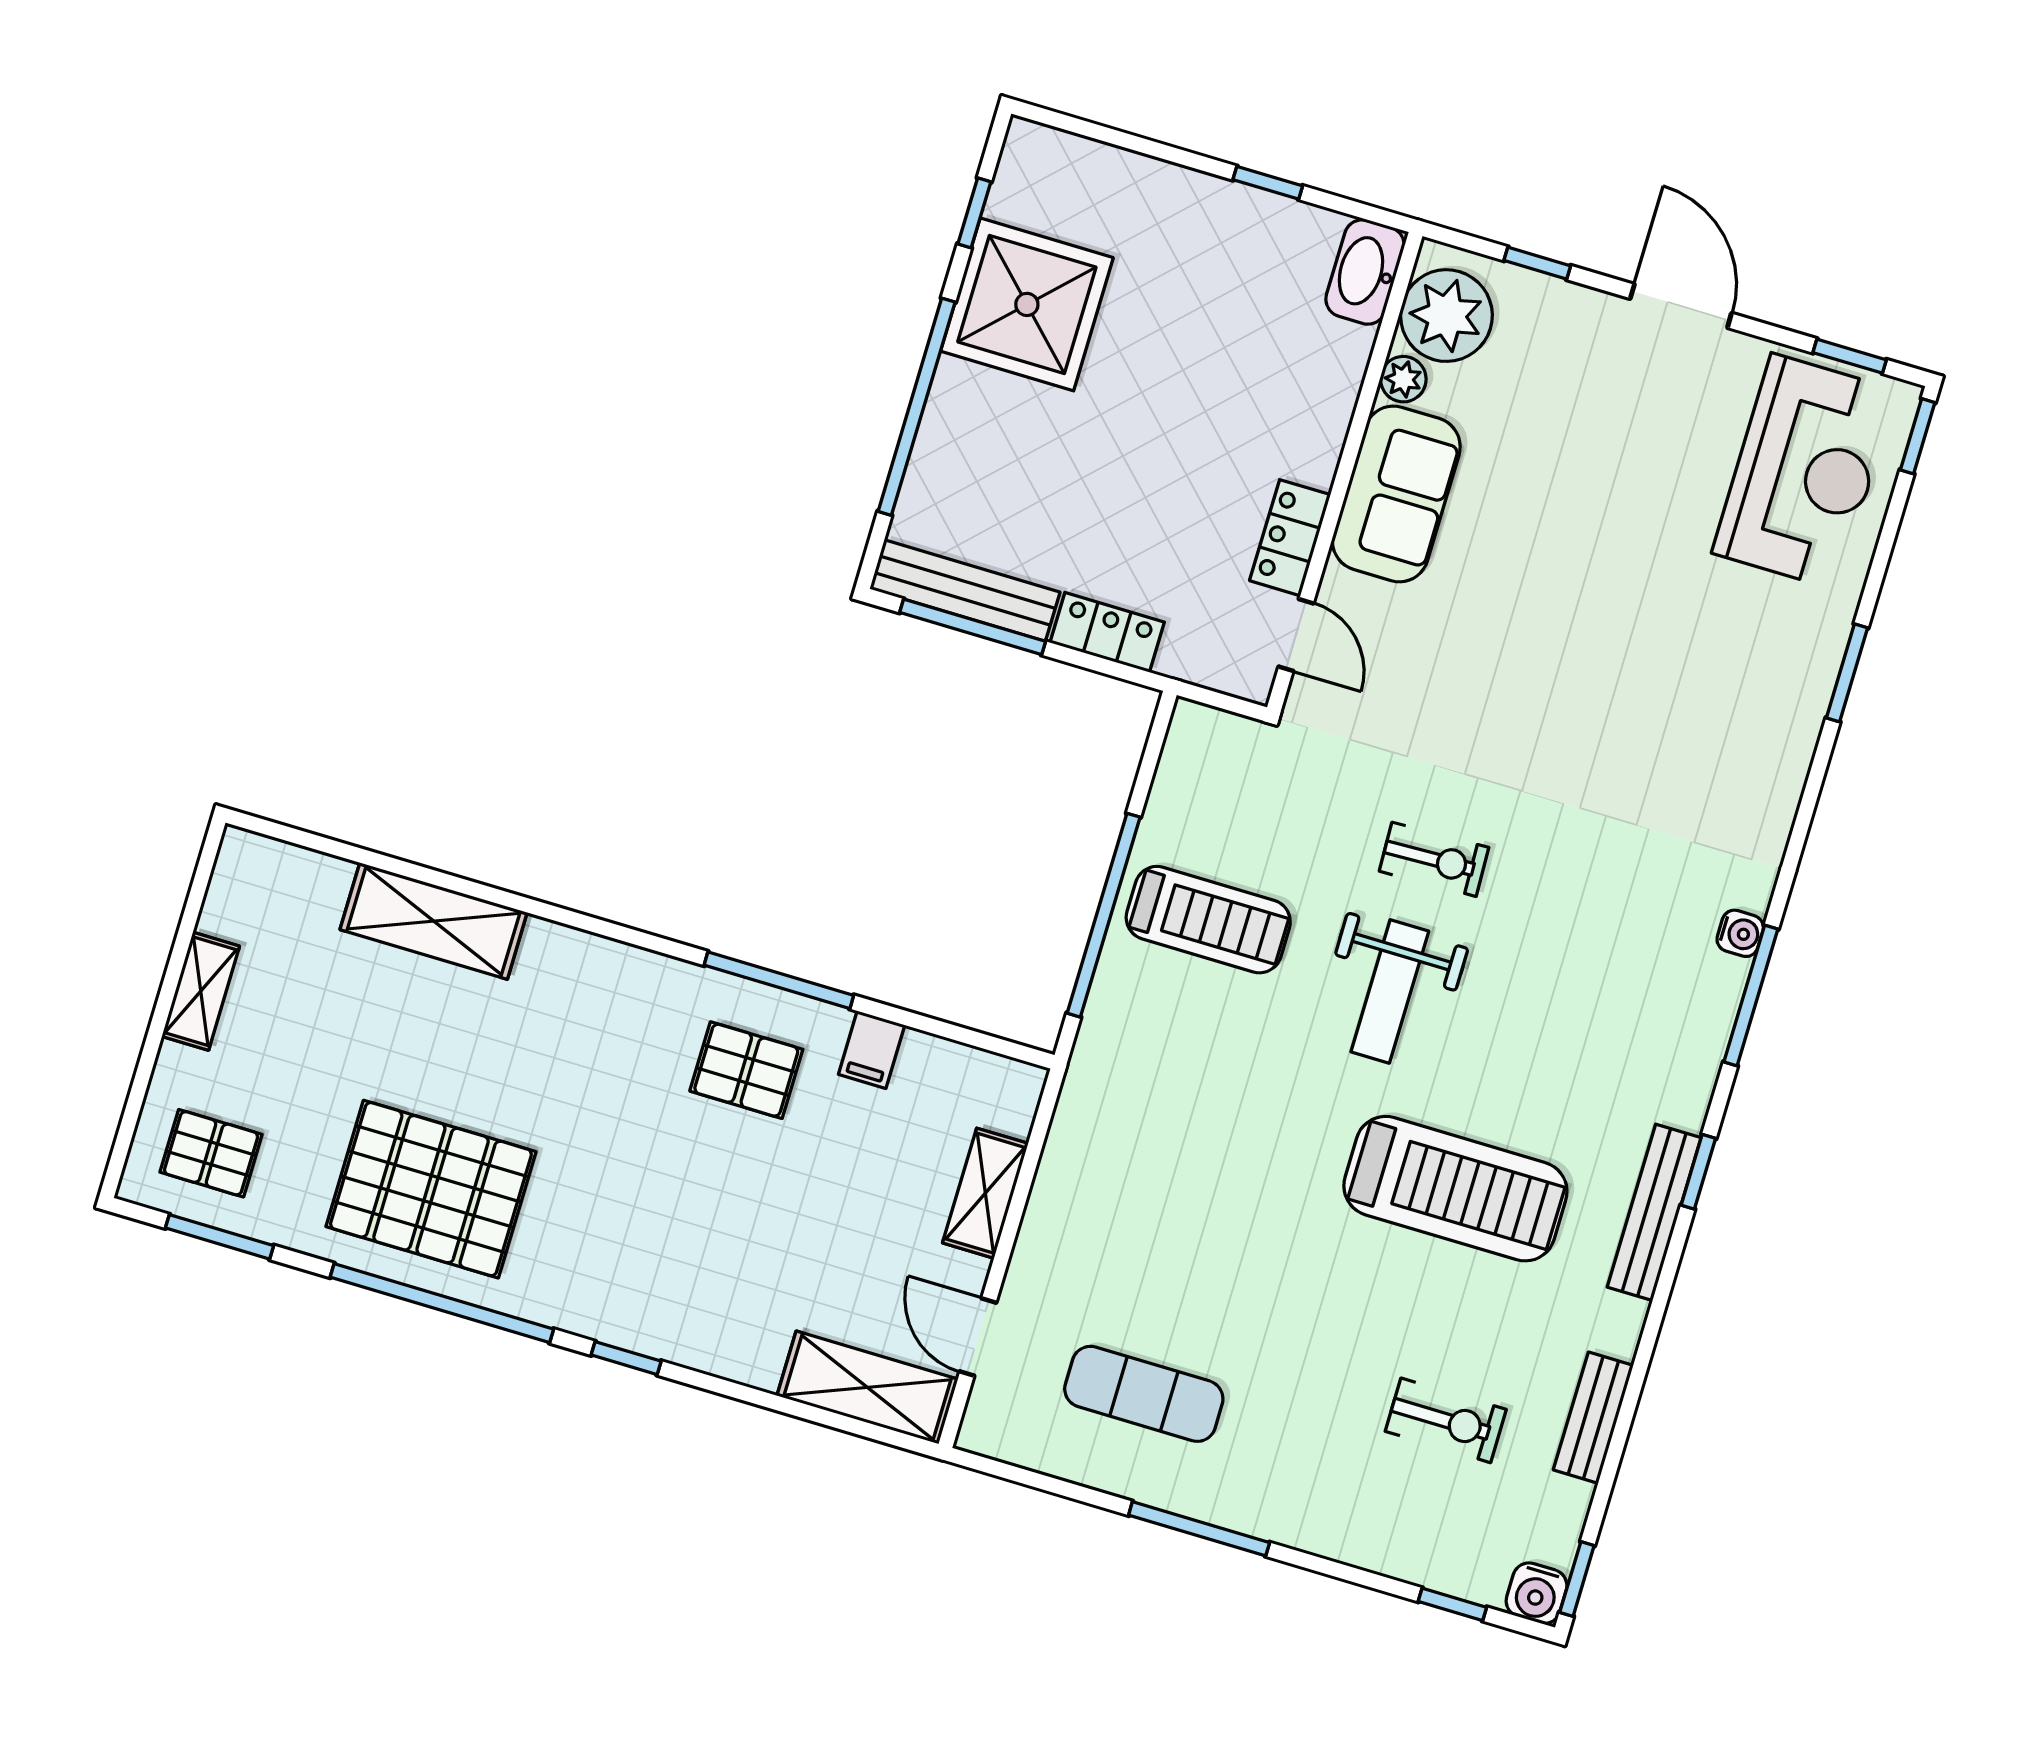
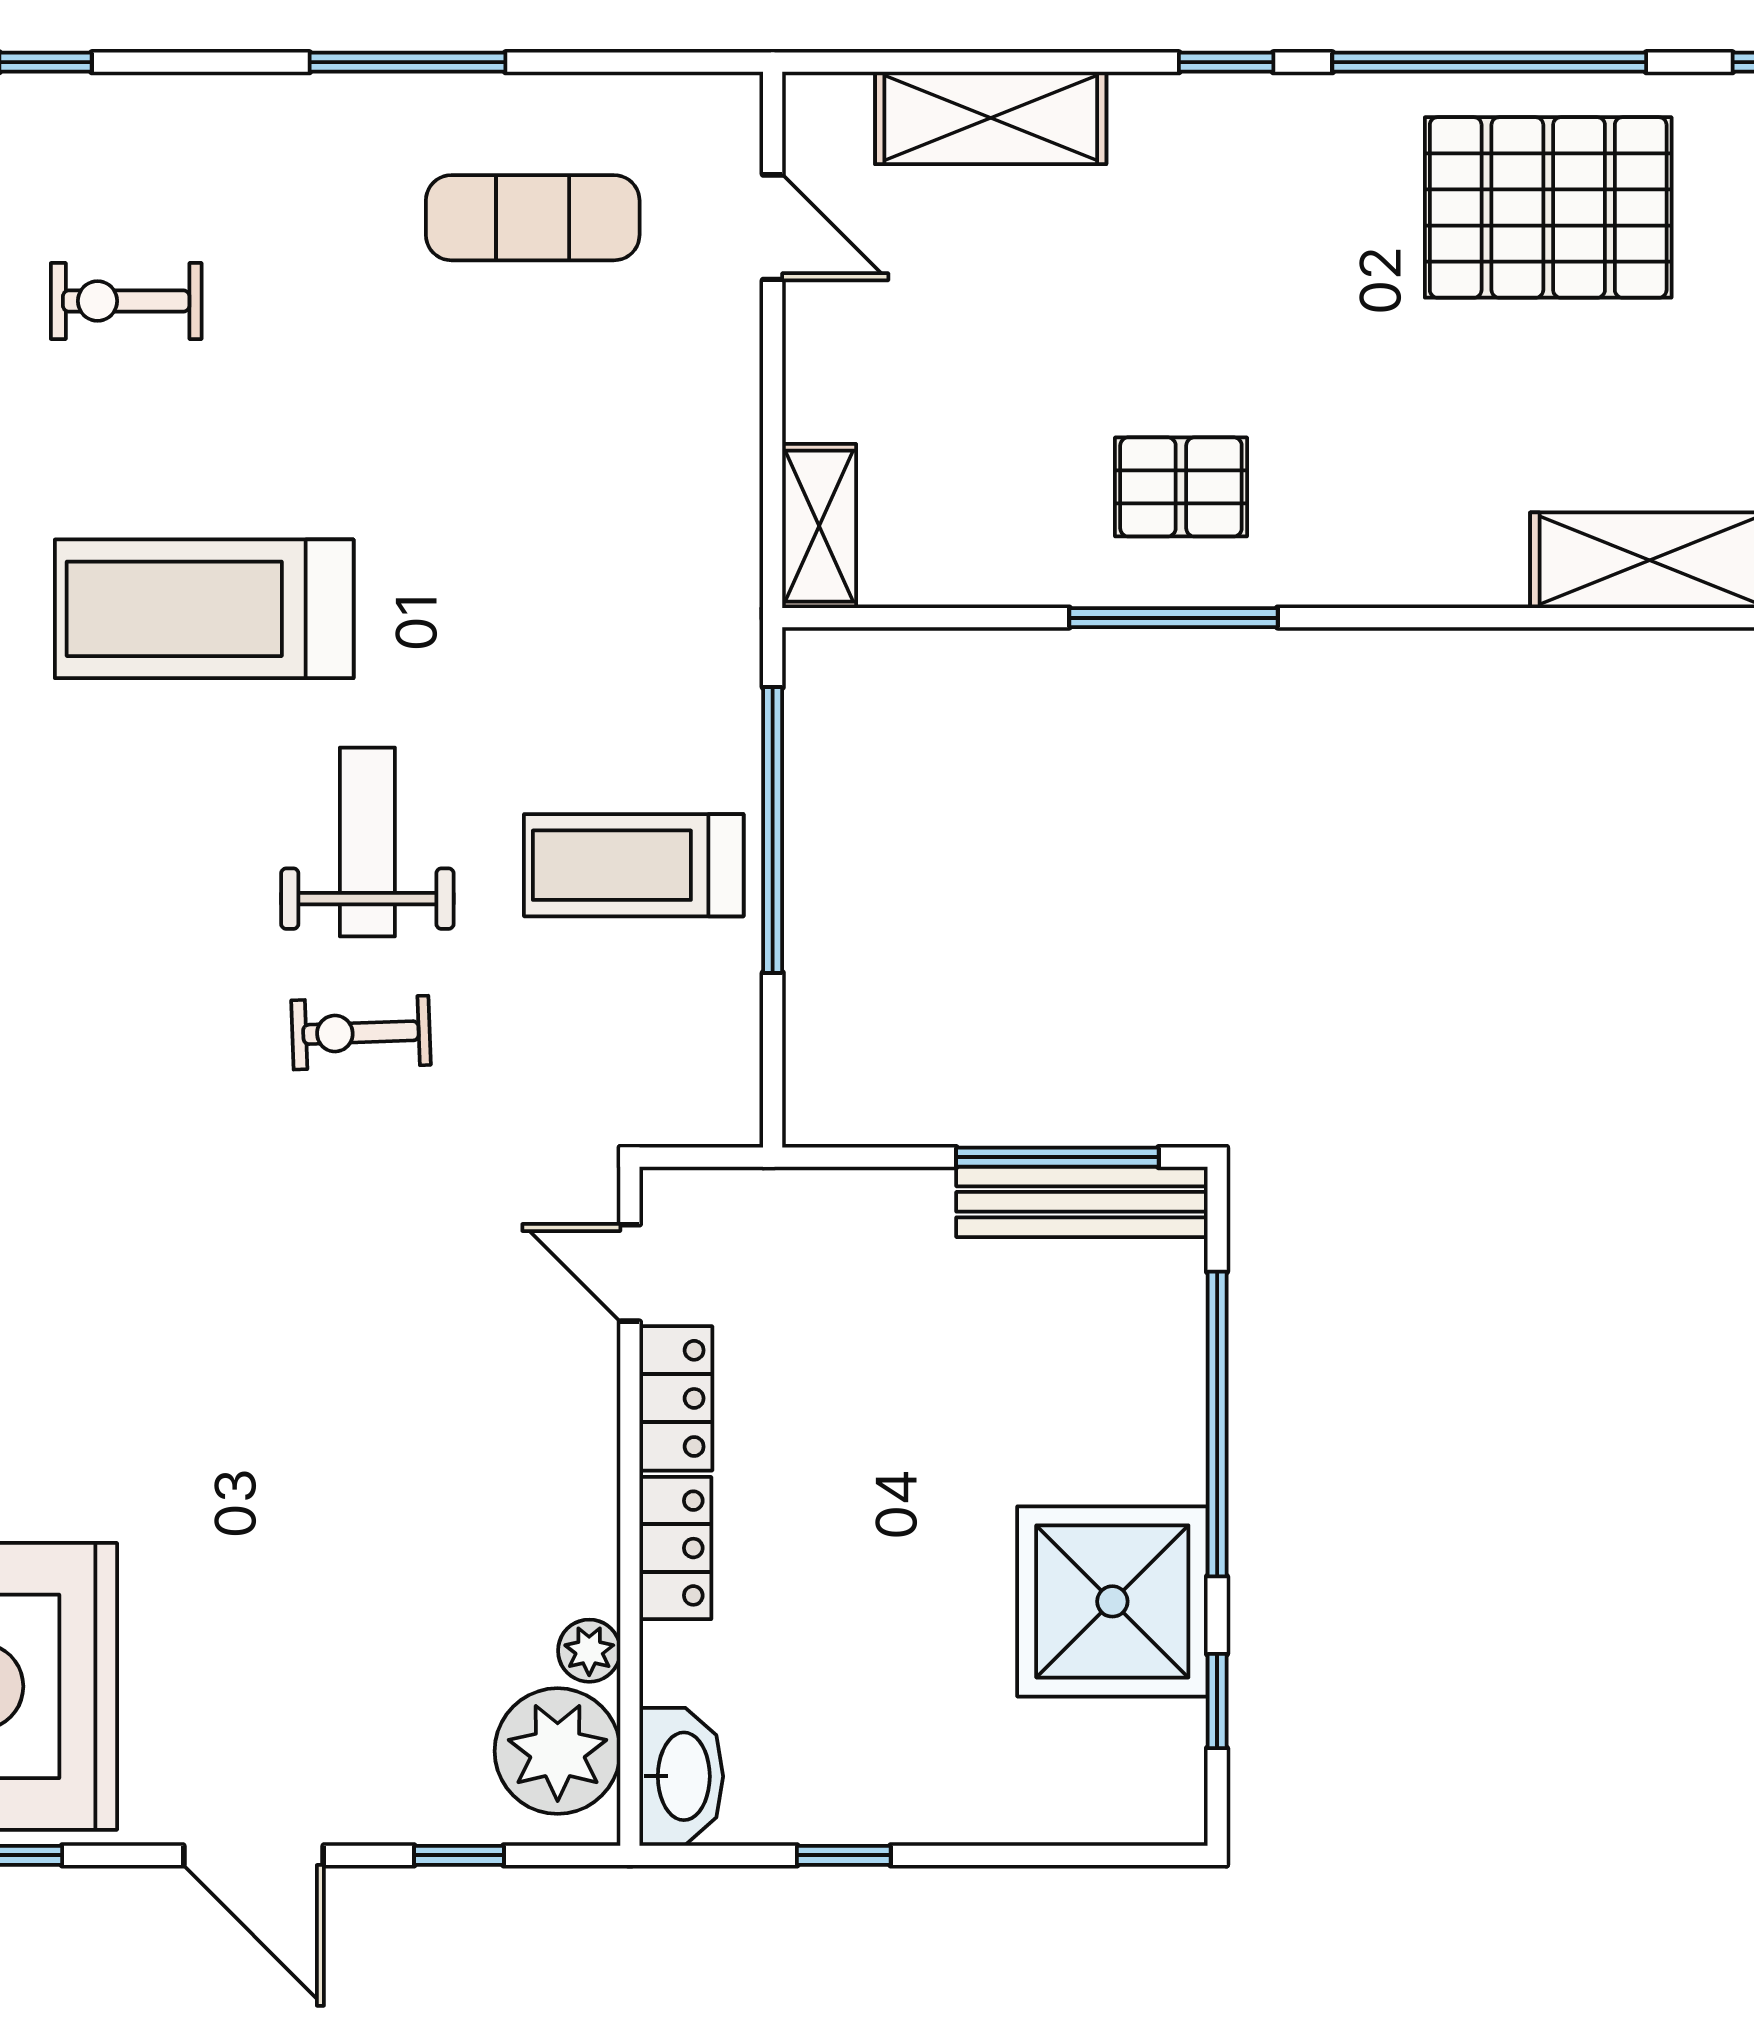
sofa: (1396, 494) -> (553, 1497), removed
locker: (1107, 632) -> (675, 1548), moved, turned -90
filing cabinet: (872, 1050) -> (1025, 563), removed
shelving: (985, 1193) -> (819, 526), moved
shelving: (867, 1387) -> (991, 118), moved

